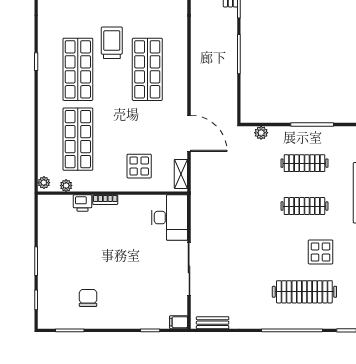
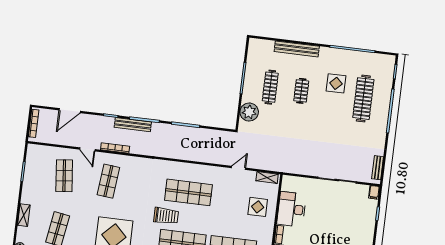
trolley: (112, 43) -> (166, 216), turned 180
door: (189, 133) -> (238, 168), width x0.53
plant: (261, 133) -> (249, 112), width x1.88, depth x1.88
clothes rail: (304, 206) -> (301, 91), width x0.73
desk: (170, 218) -> (292, 209), moved, turned -90

